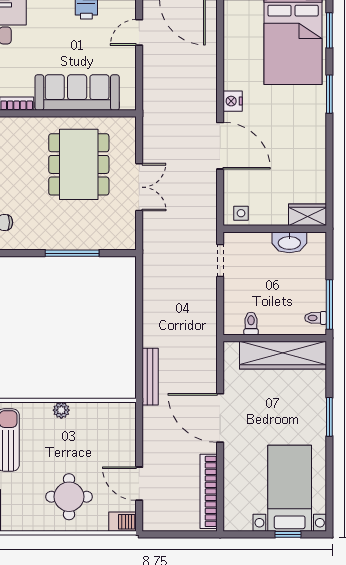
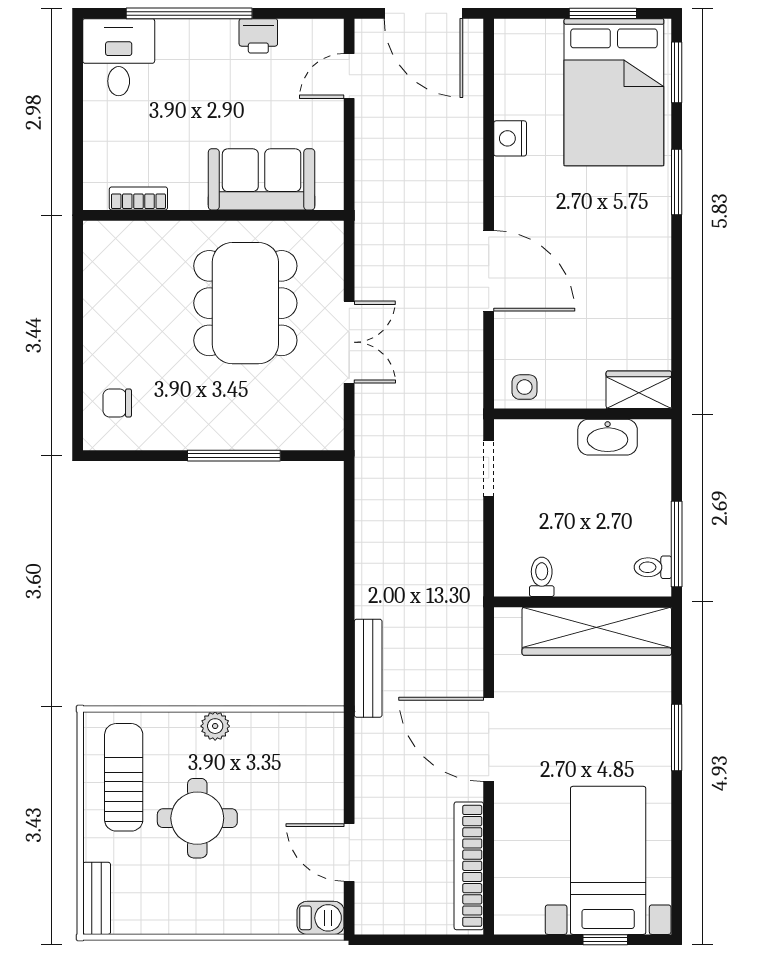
sofa: (77, 93) -> (262, 179), width x0.73
nightstand: (233, 101) -> (510, 138), moved
round table: (69, 497) -> (197, 818), moved

